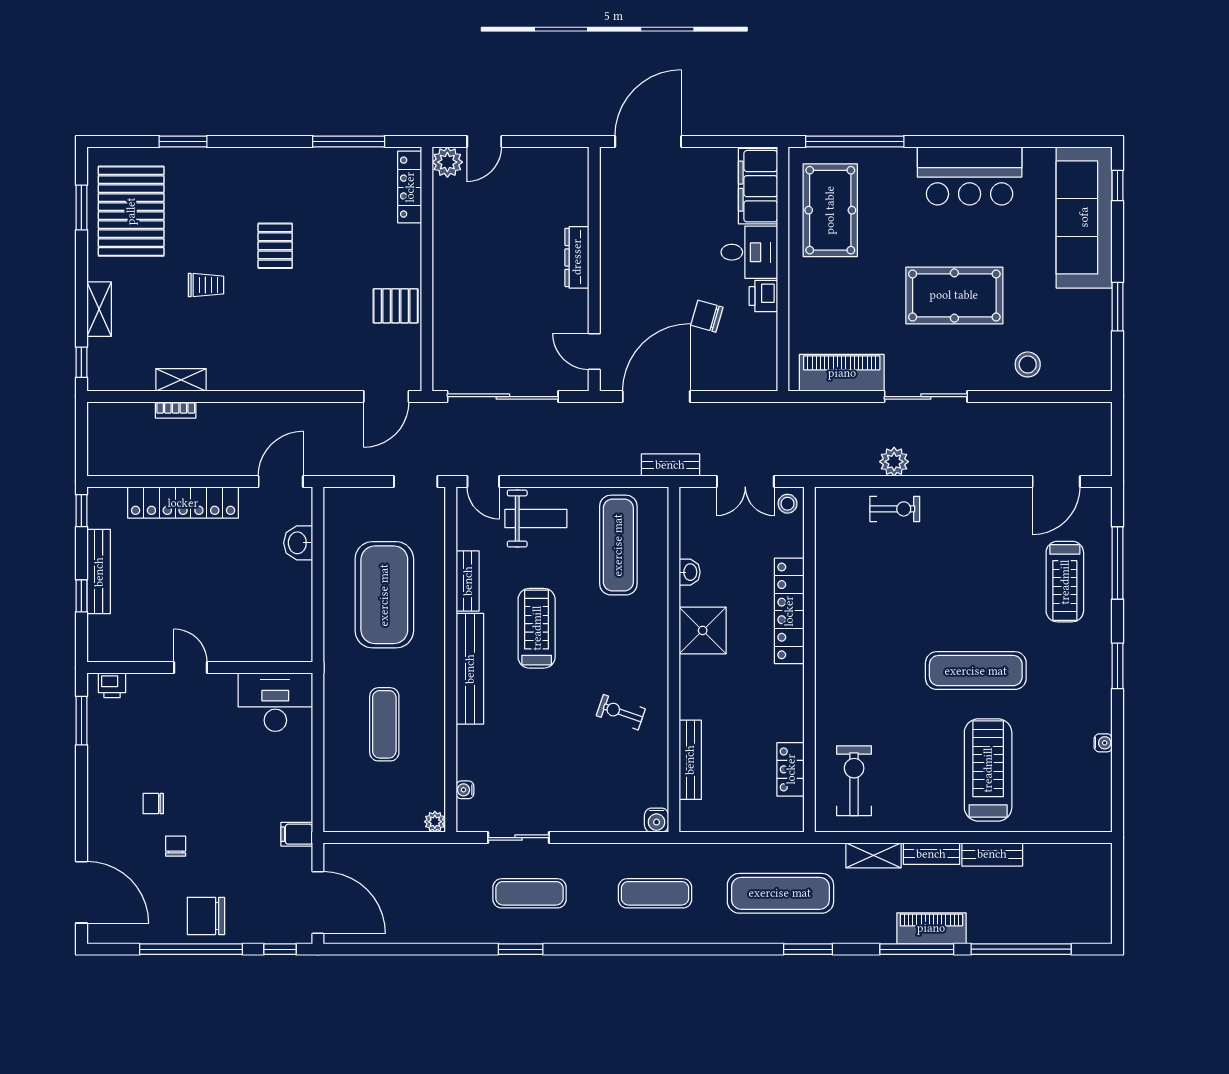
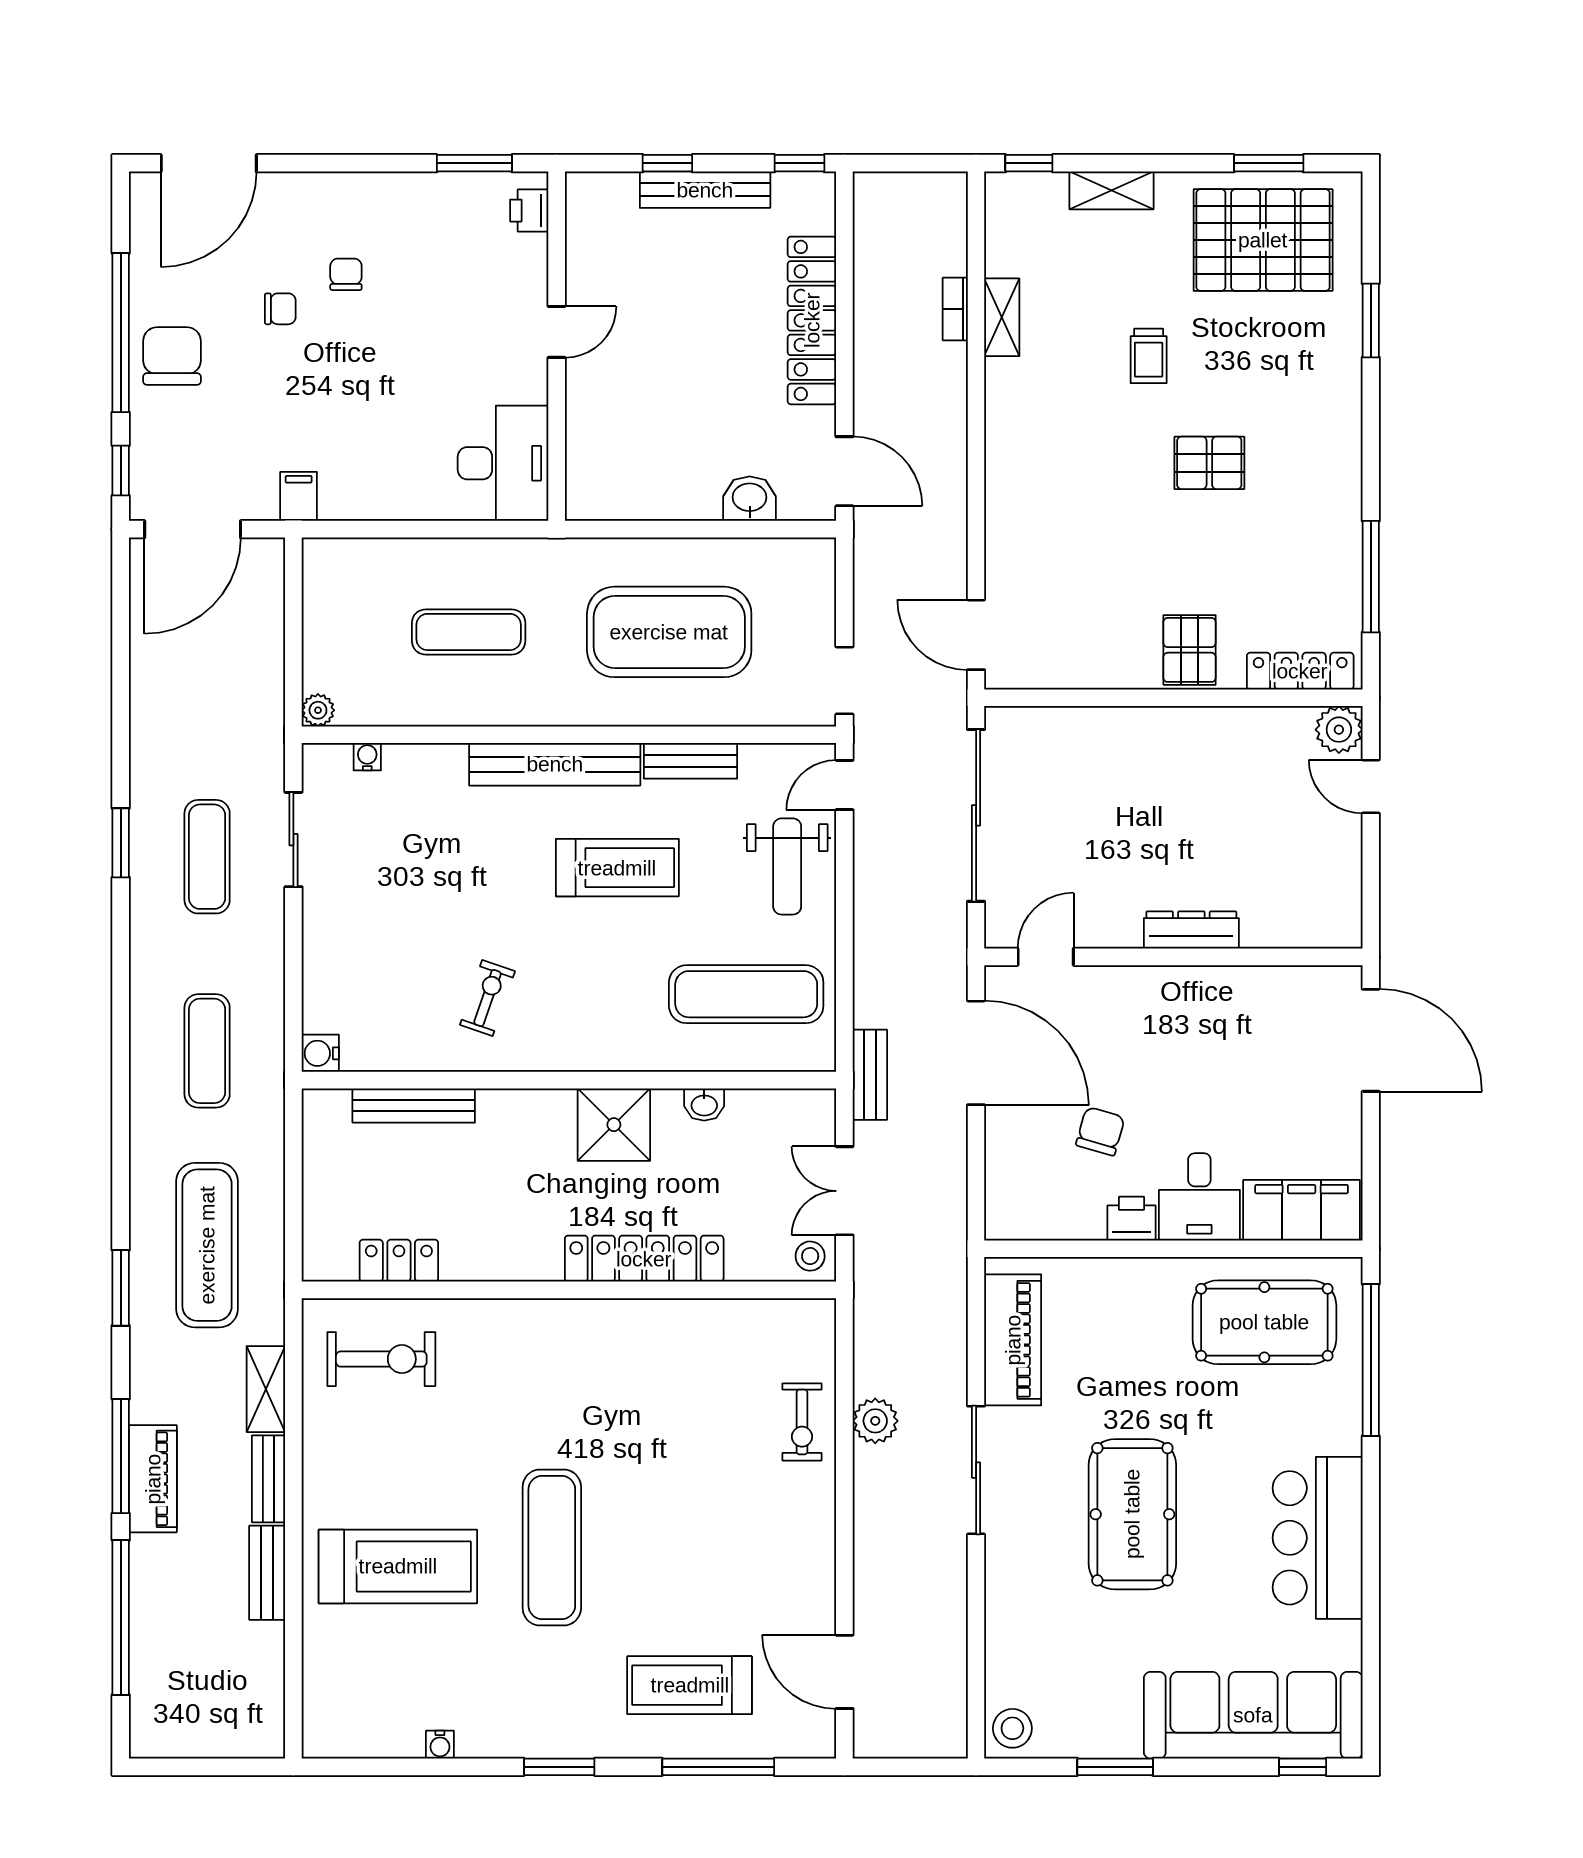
pallet: (396, 306) -> (1190, 650), moved
stool: (1028, 364) -> (1012, 1728), moved

